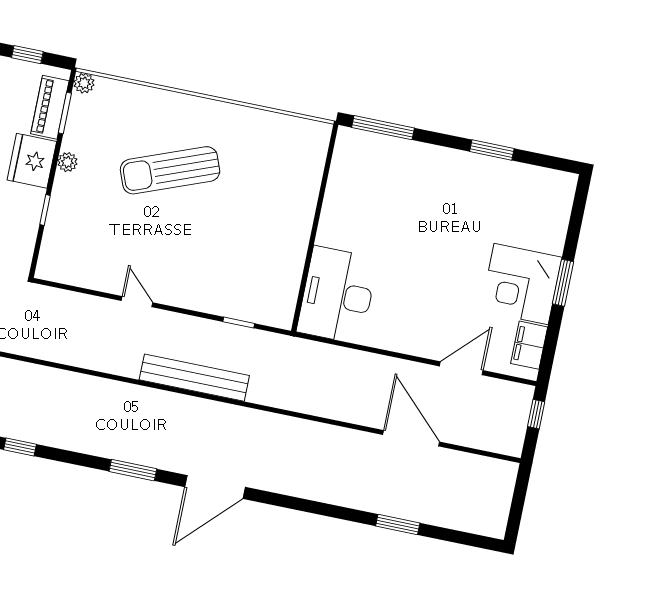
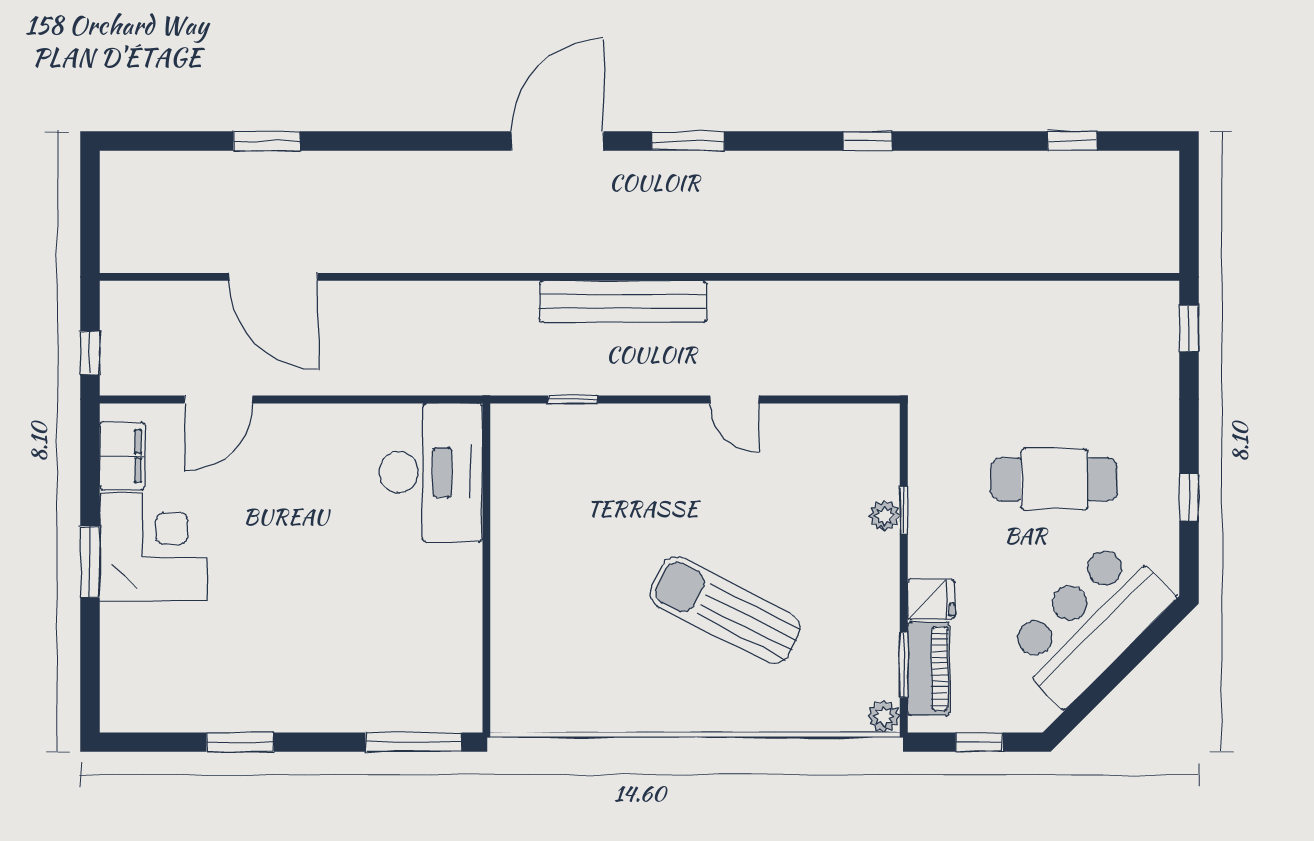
fridge: (32, 161) -> (931, 599), width x0.53, depth x0.75
plant: (67, 162) -> (884, 516), moved
sun lounger: (170, 170) -> (725, 610), turned -132

